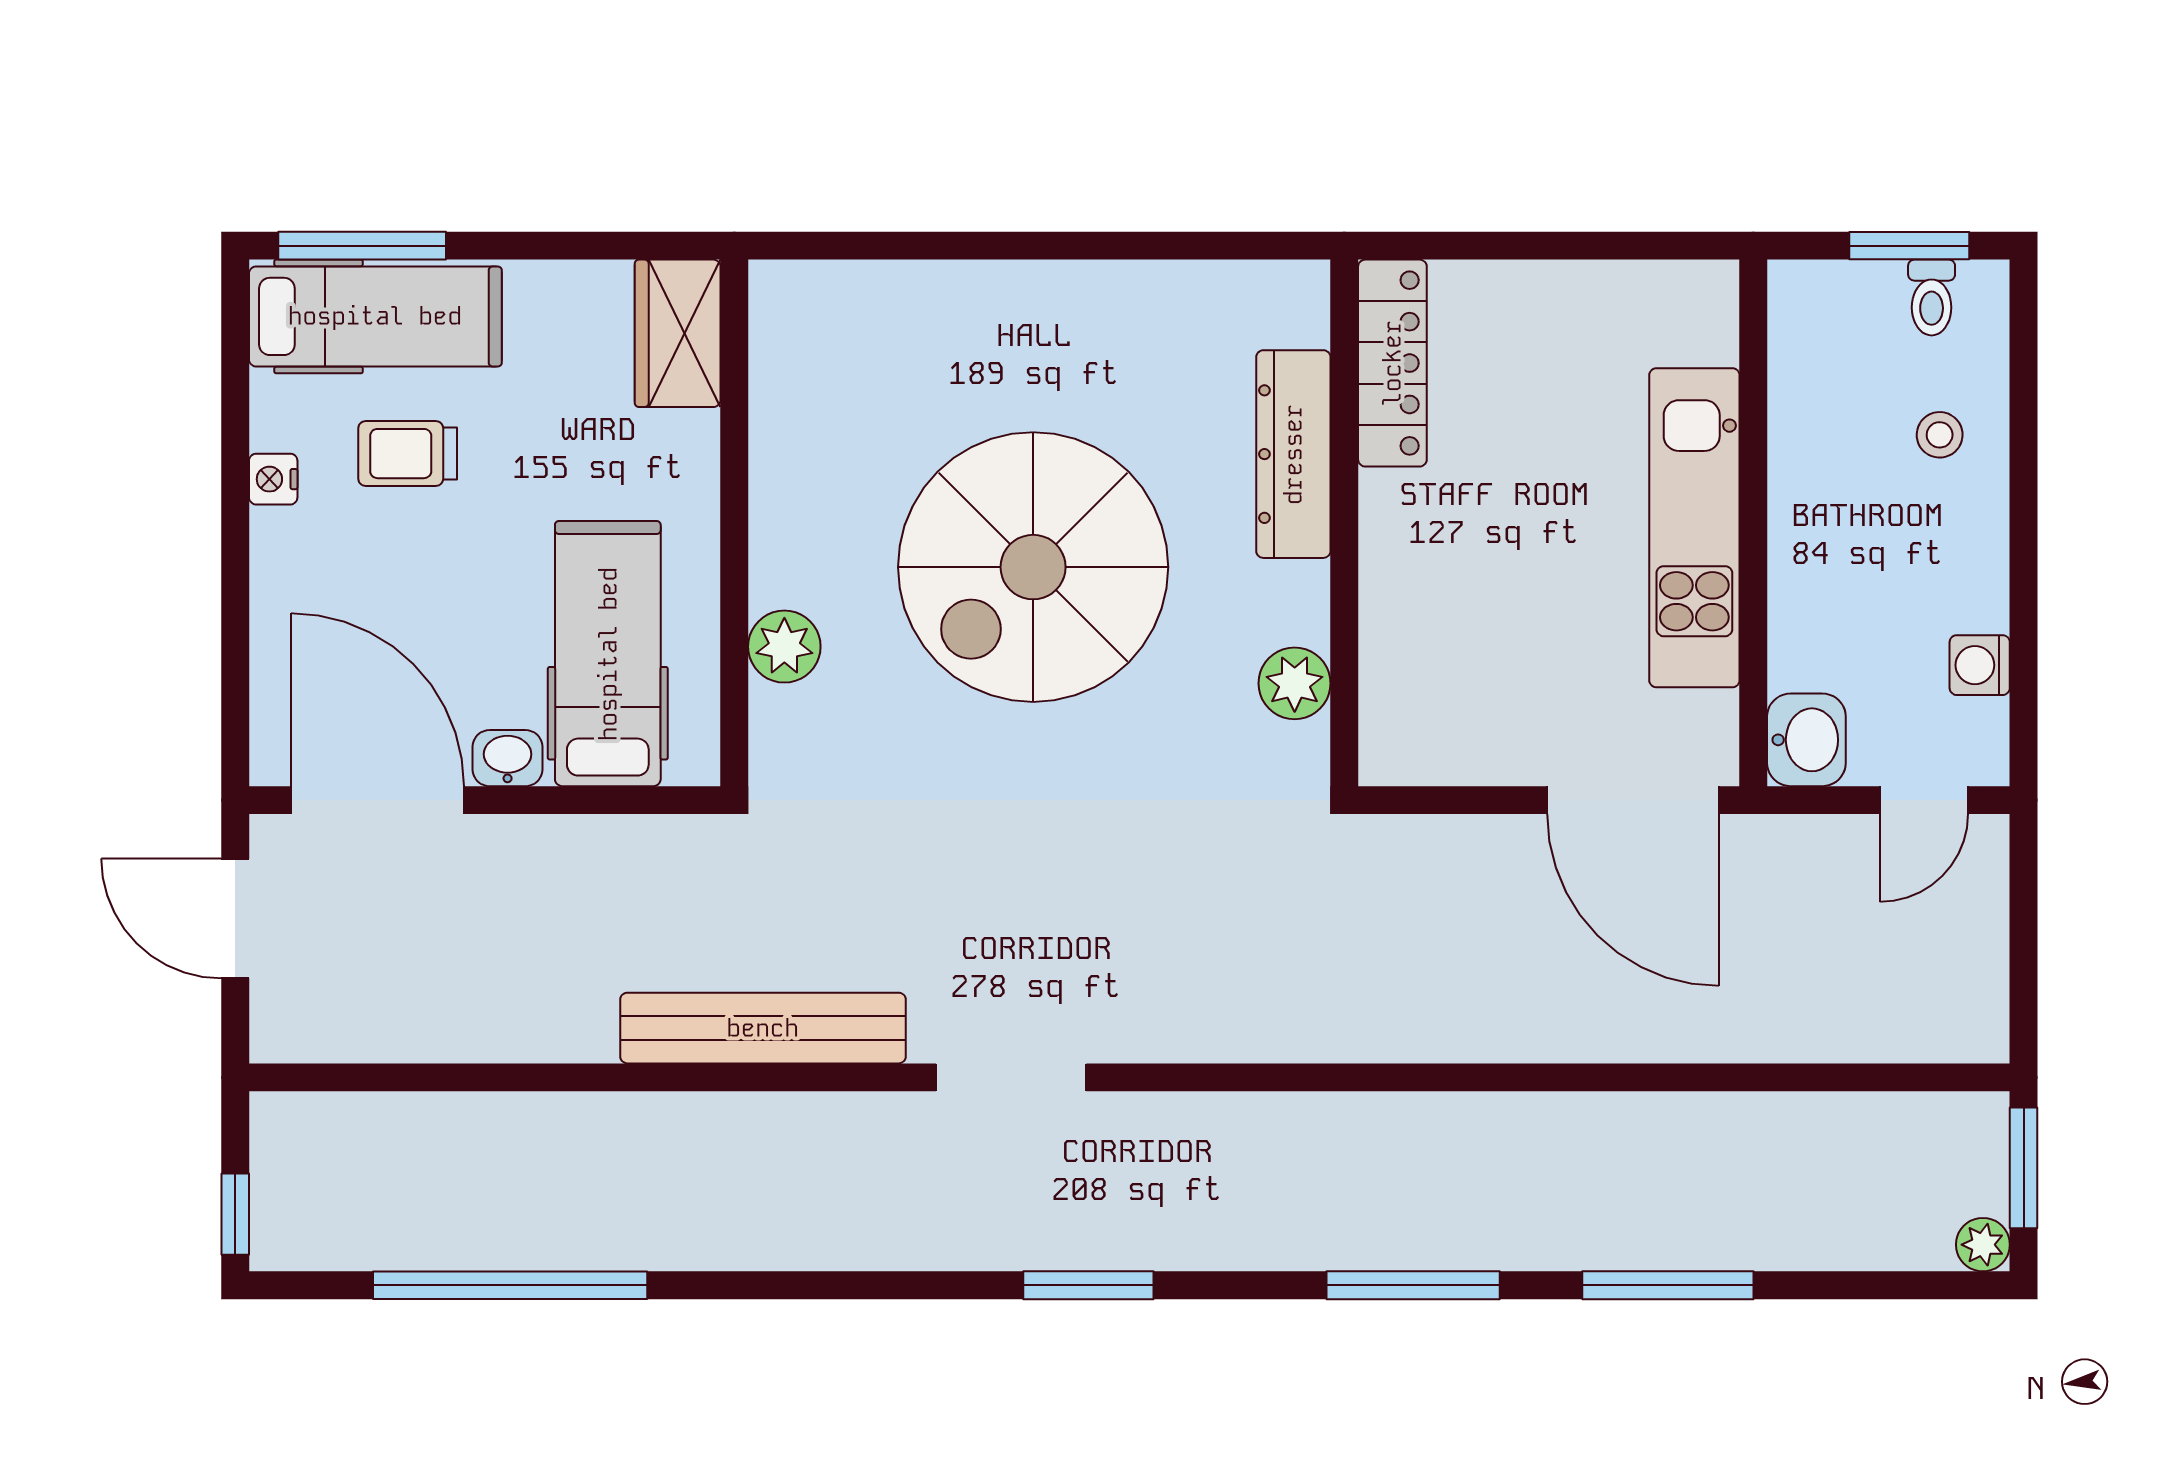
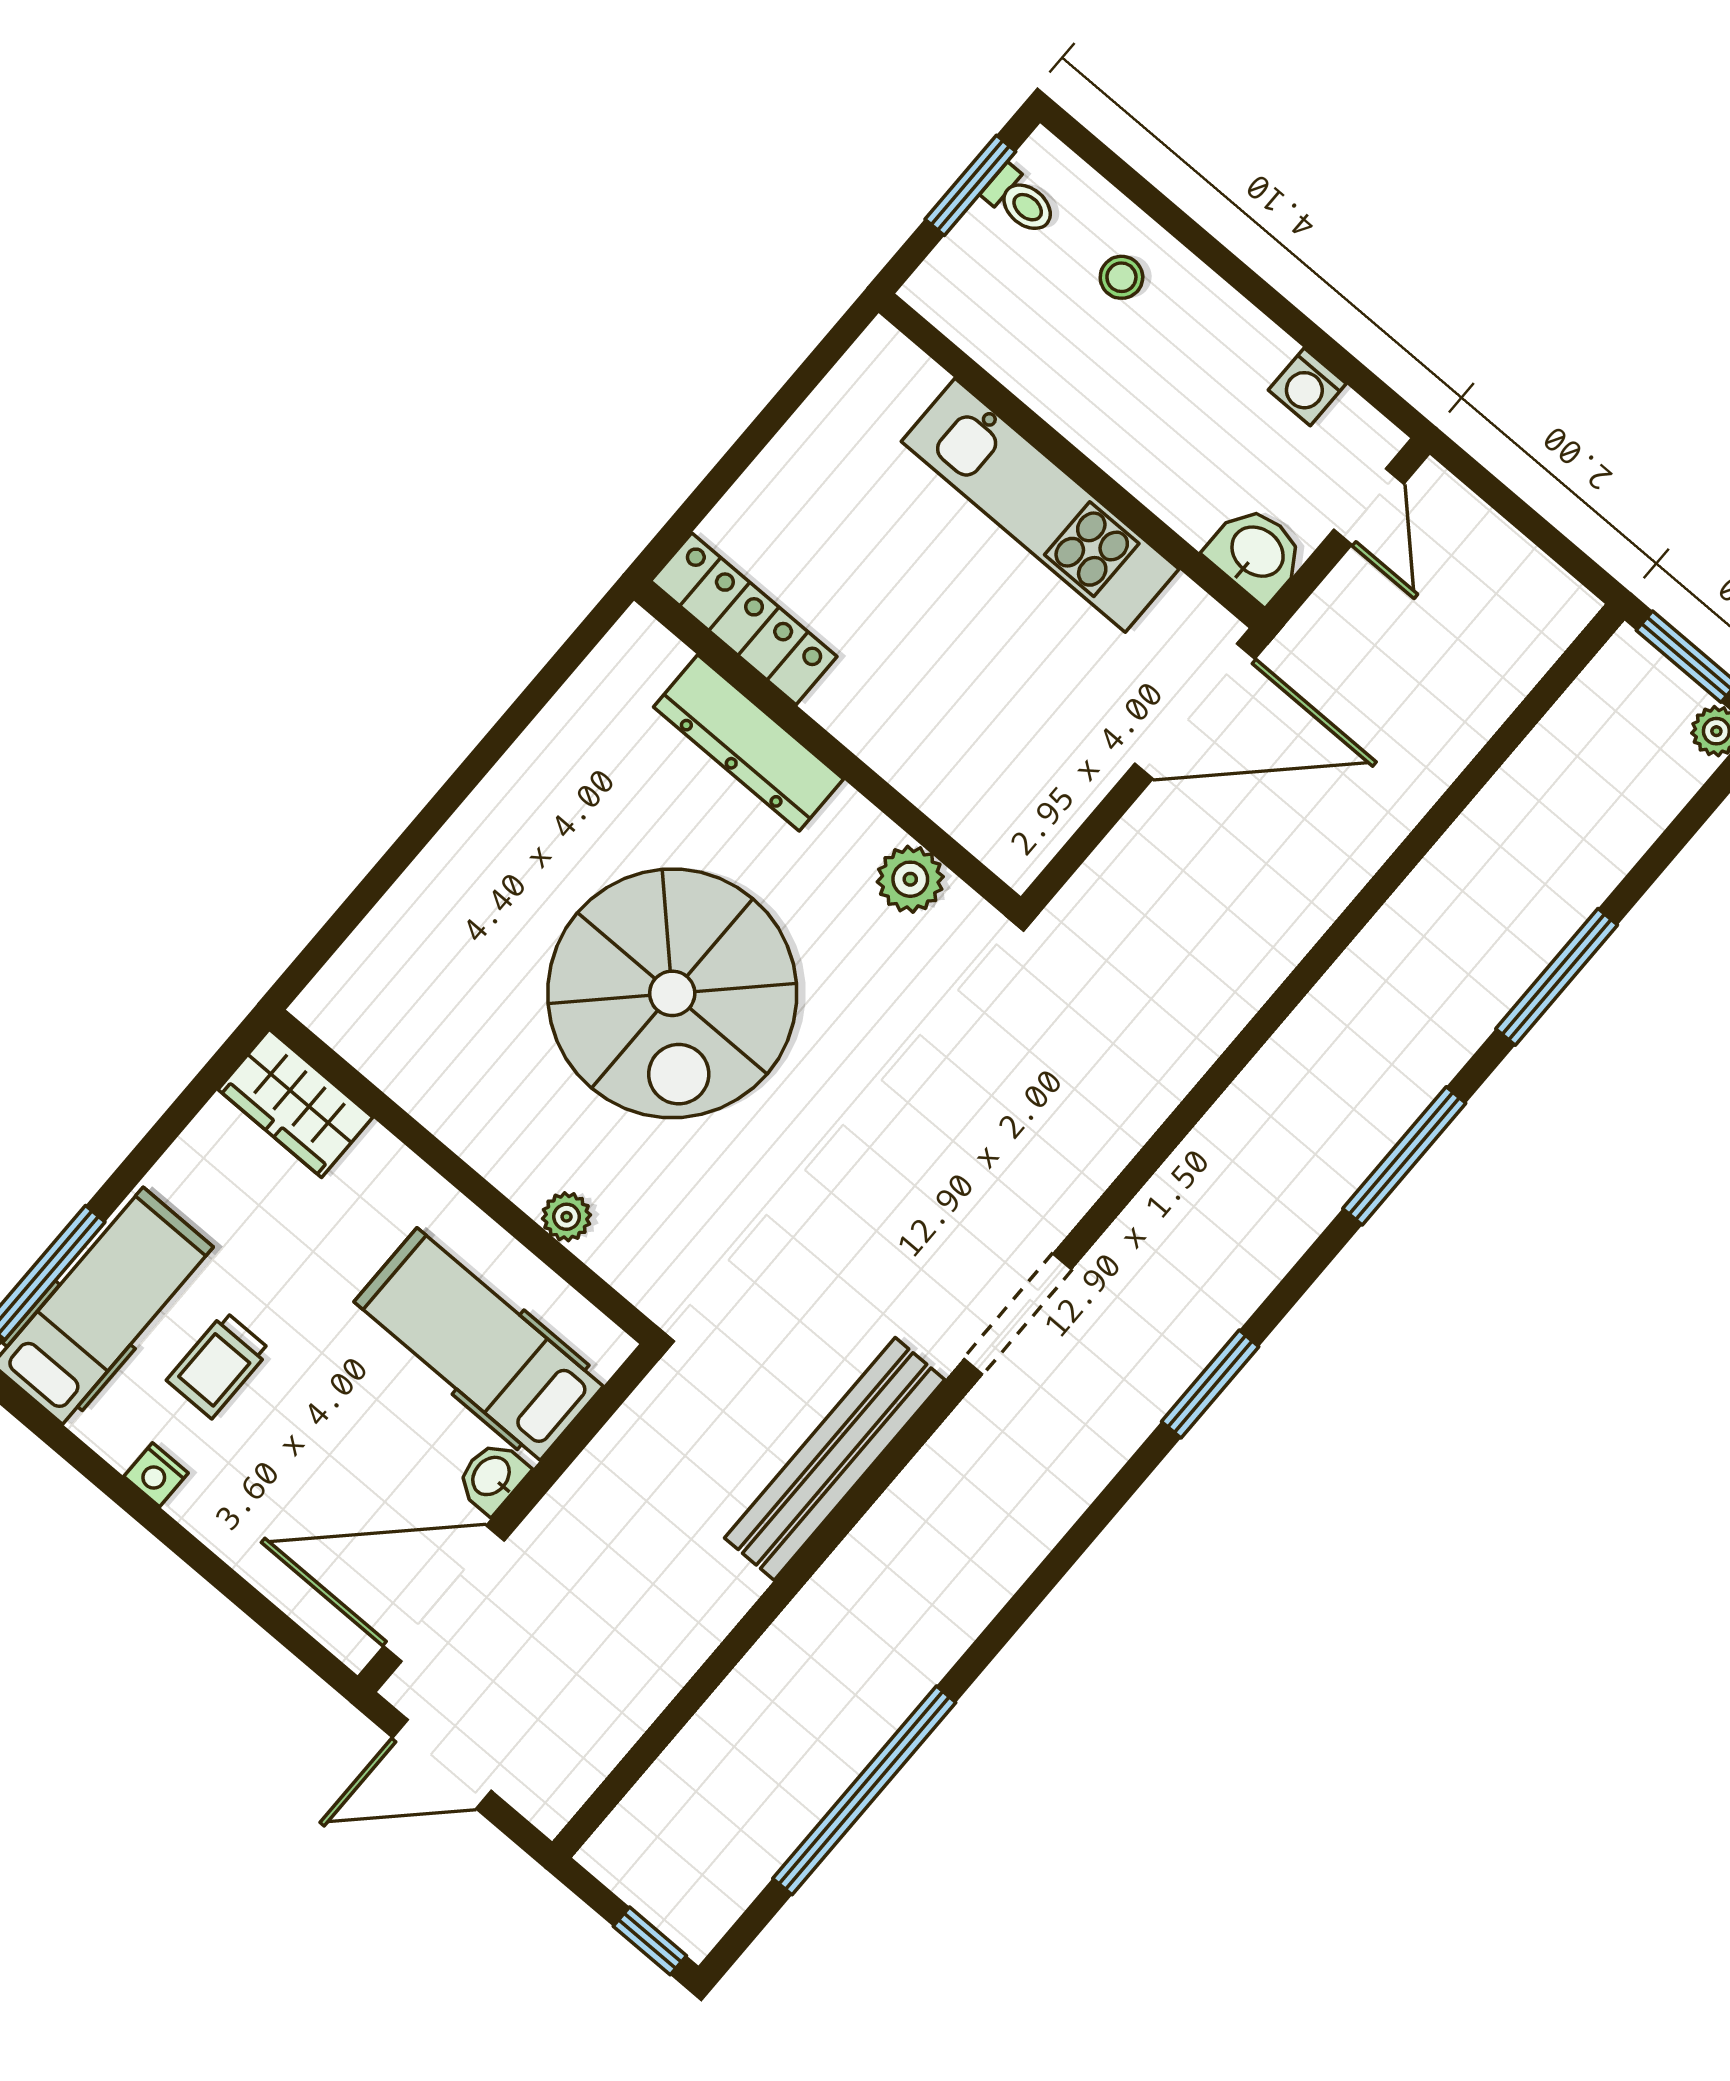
plant: (784, 647) -> (567, 1217), width x0.73, depth x0.73

